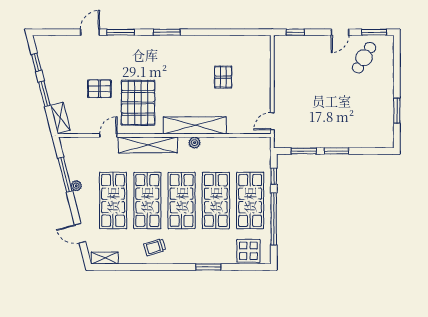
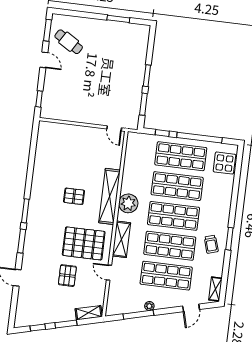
window: (121, 32) -> (22, 241), moved
pallet: (223, 77) -> (74, 196), moved
plant: (194, 143) -> (128, 203), width x1.88, depth x1.88
shelving: (148, 145) -> (121, 239), width x0.68
window: (208, 267) -> (229, 239), moved

